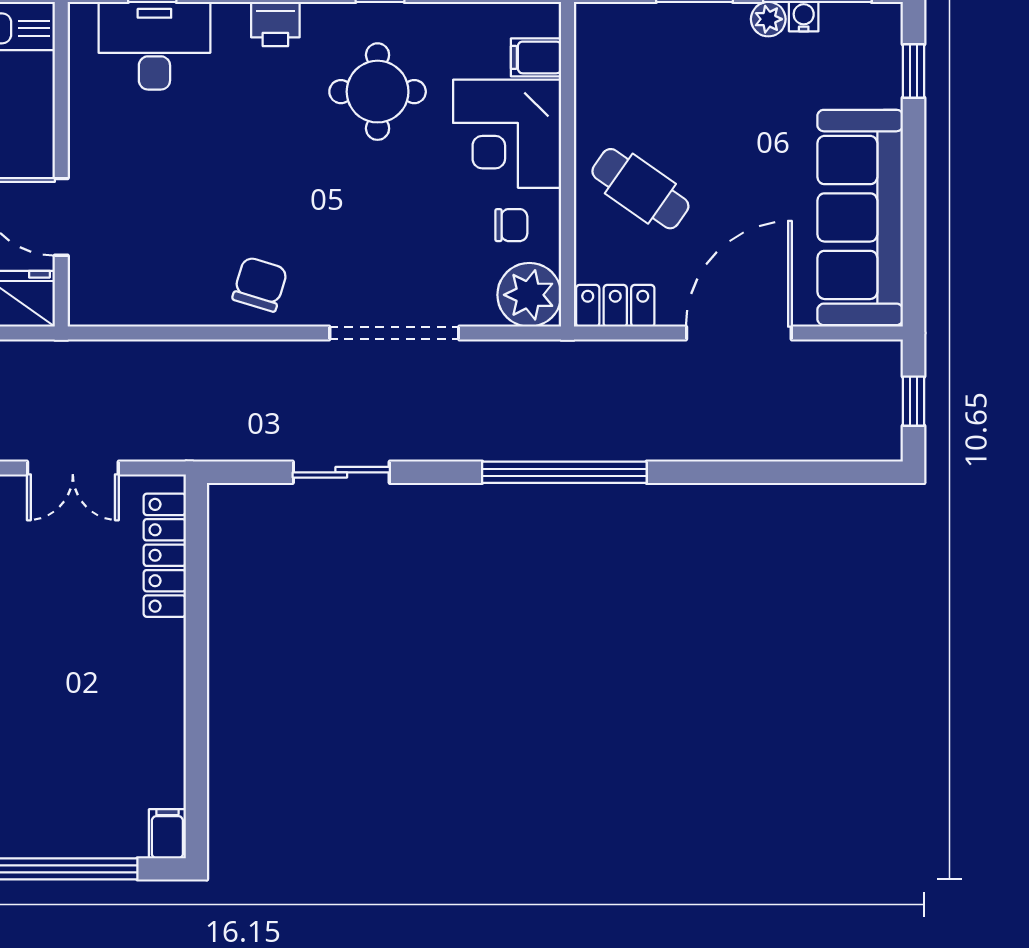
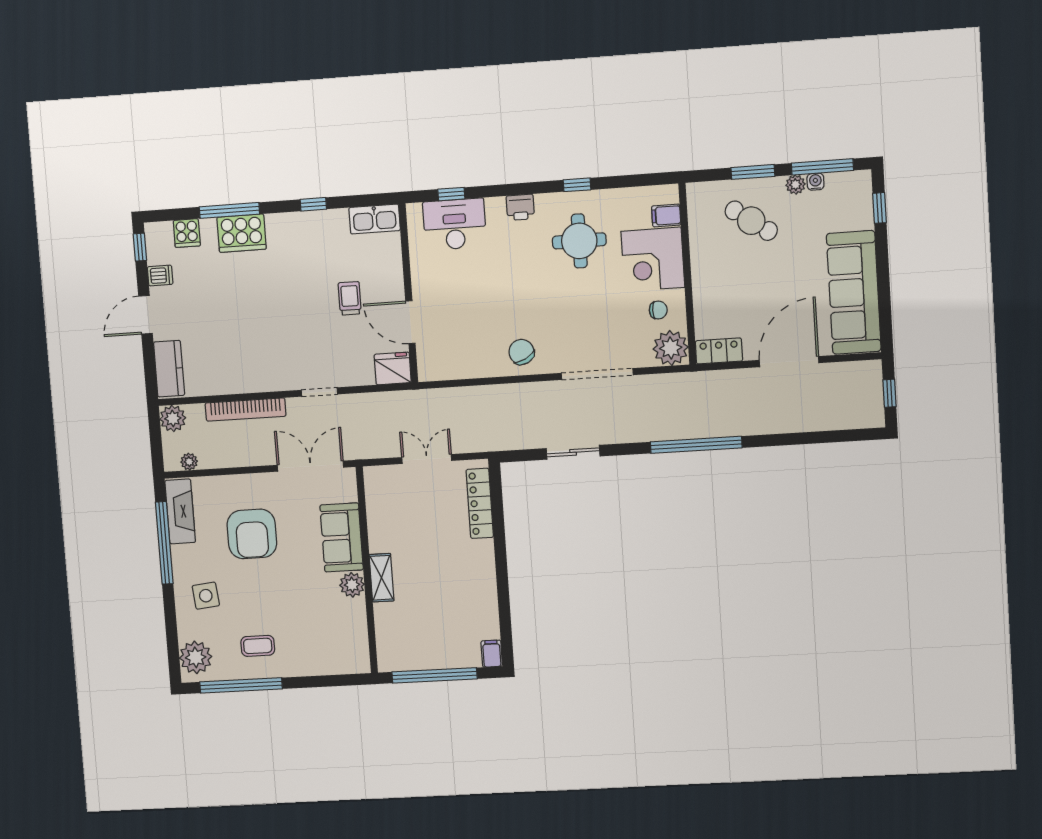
cafe table: (640, 189) -> (751, 221), moved
chair: (260, 284) -> (521, 352), turned -45
double door: (73, 468) -> (427, 459), swing flipped

